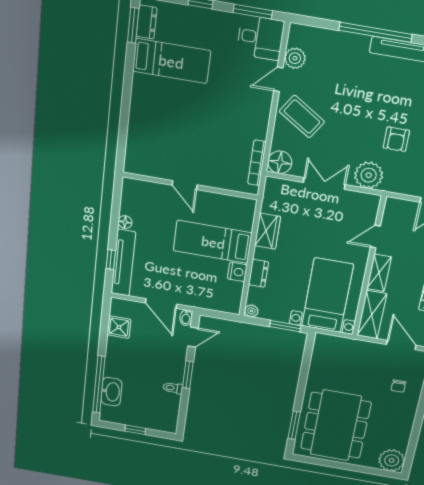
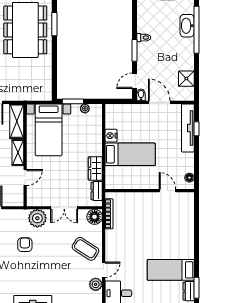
door: (185, 185) -> (167, 191), moved
floor lamp: (125, 222) -> (189, 178), moved
dresser: (259, 273) -> (97, 191), moved
plant: (251, 311) -> (85, 109), moved

